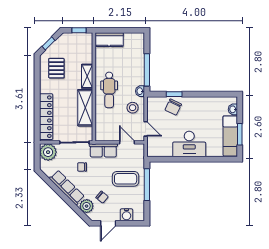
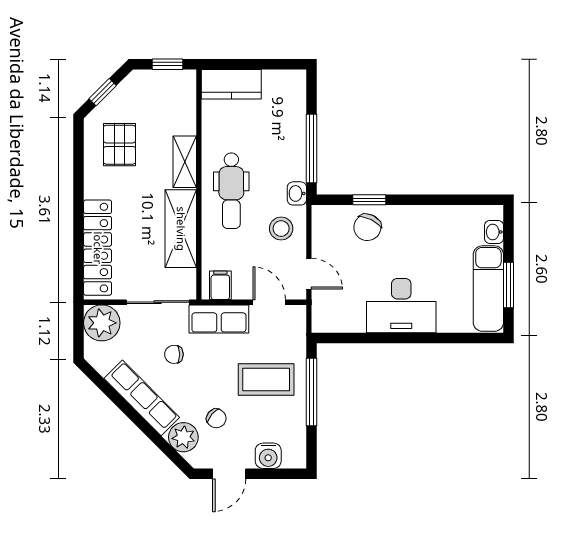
filing cabinet: (104, 134) -> (220, 285), added

